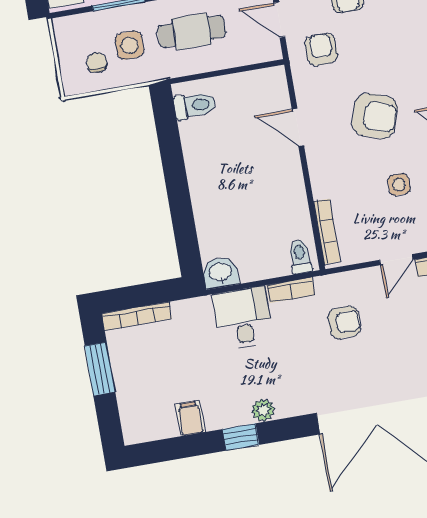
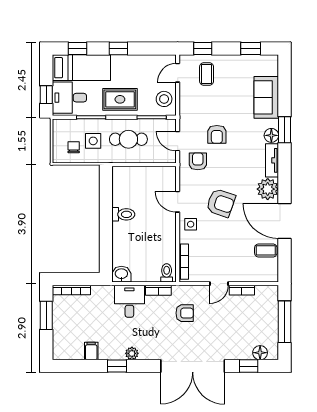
toilet: (195, 106) -> (123, 214), moved
side table: (399, 185) -> (191, 224), moved

